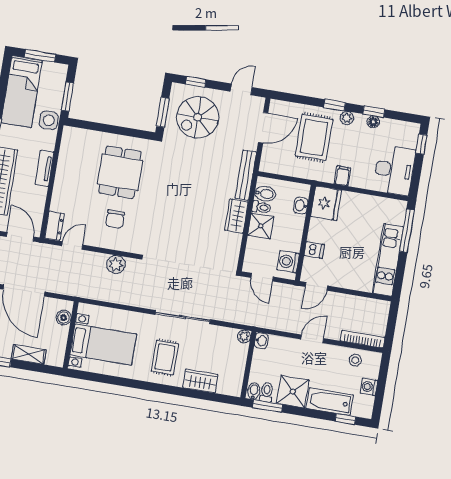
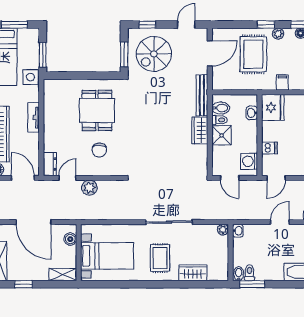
plant: (116, 265) -> (89, 188), moved
shelving: (29, 354) -> (63, 275), moved
shower: (293, 392) -> (271, 269), removed

